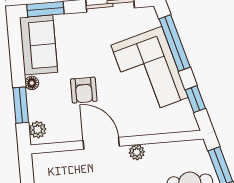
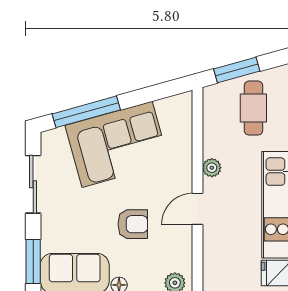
window: (195, 99) -> (155, 93), removed
door: (101, 143) -> (198, 209), width x0.73

